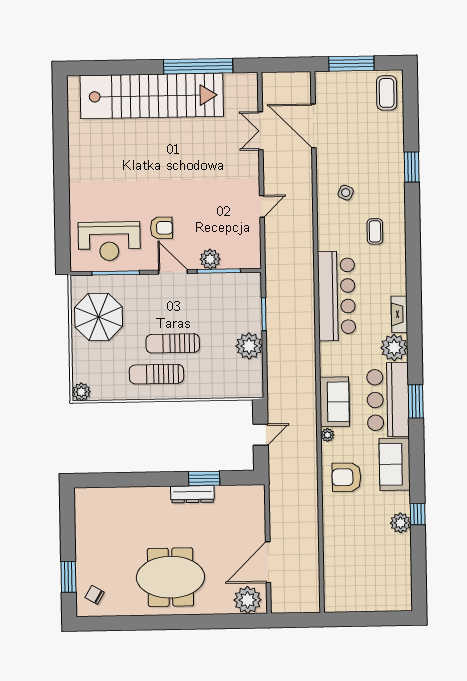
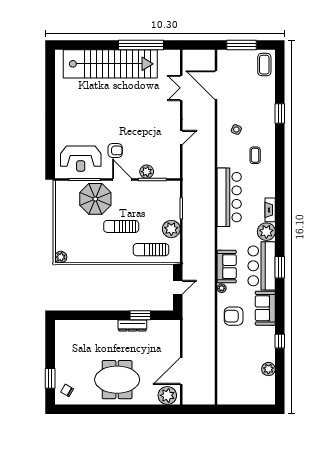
parasol: (99, 317) -> (95, 199), moved
sun lounger: (156, 374) -> (151, 250), moved
plant: (400, 523) -> (268, 369), moved

